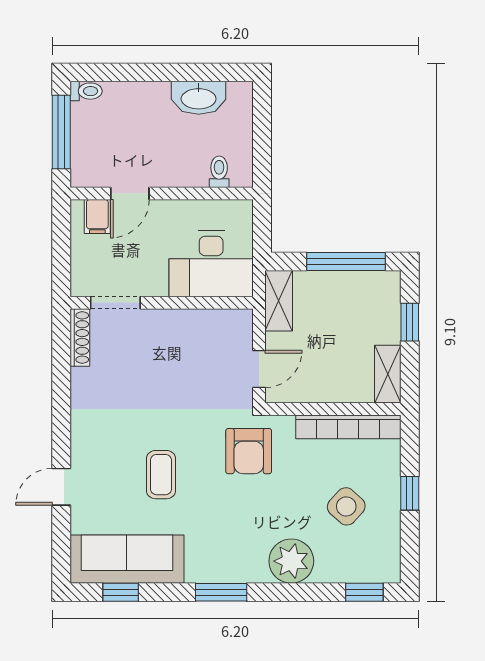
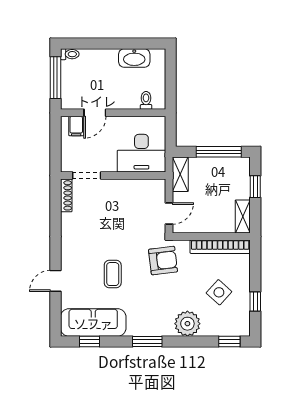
armchair: (249, 451) -> (163, 261), turned -97
window: (410, 493) -> (255, 301), moved

